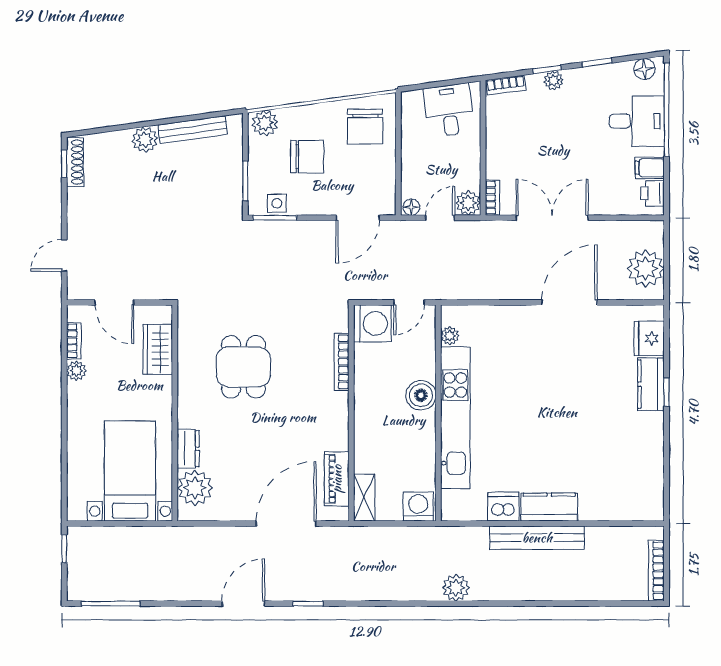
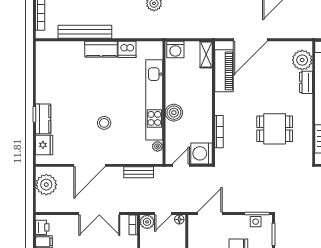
bench: (483, 290) -> (139, 172), added
dining table: (243, 367) -> (275, 129), turned 90
stool: (544, 377) -> (104, 123), added
piano: (337, 479) -> (224, 71), width x1.37, depth x1.33
bench: (537, 538) -> (85, 32), moved

